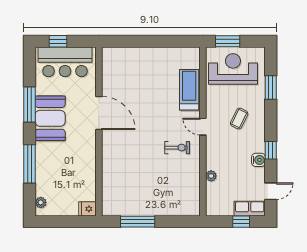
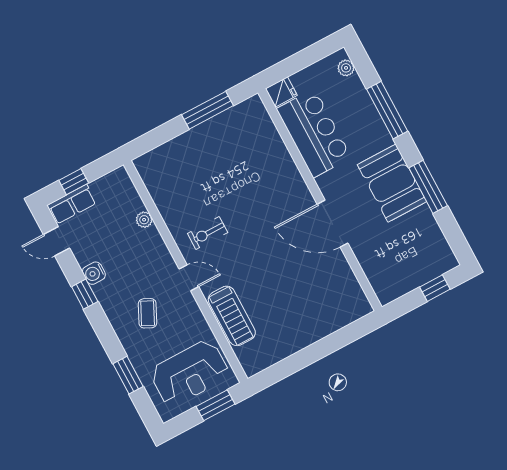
bar counter: (65, 62) -> (314, 133), moved, turned 90
door: (271, 191) -> (56, 241), hinge flipped

